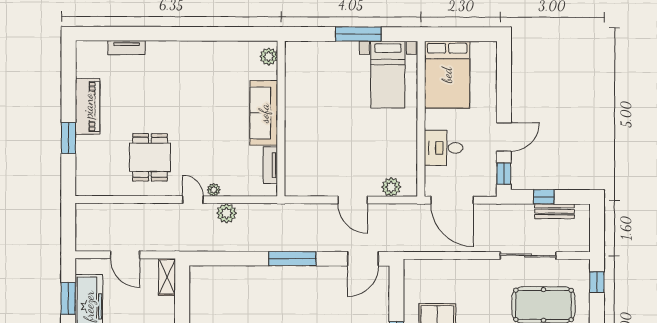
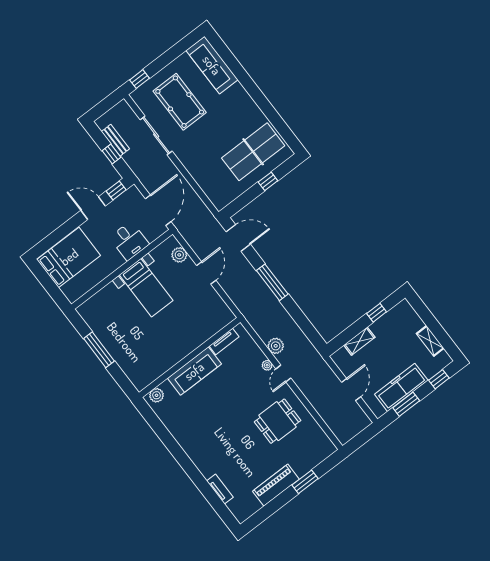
bed with nightstands: (388, 75) -> (146, 288), moved, turned 90
bed: (447, 75) -> (69, 257), moved
shelving: (167, 277) -> (359, 341), moved

